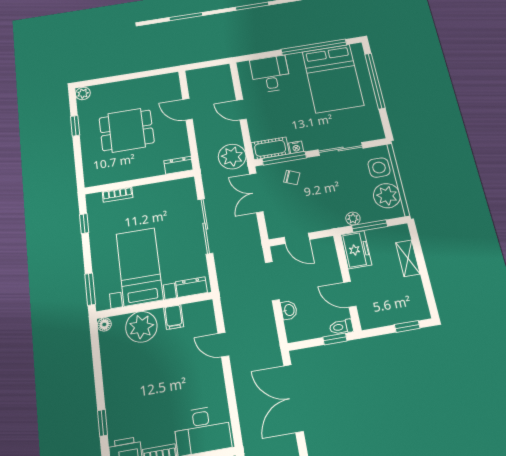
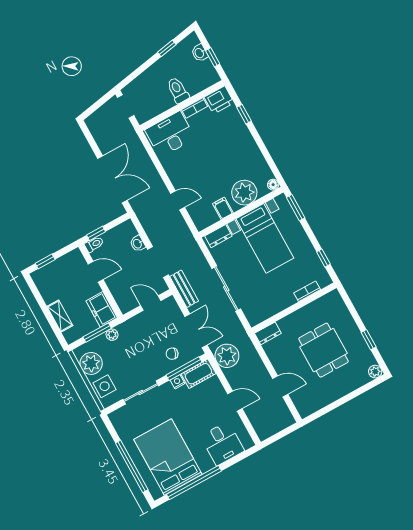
dining table: (127, 130) -> (324, 350), turned 90
bench: (253, 242) -> (184, 289), added

